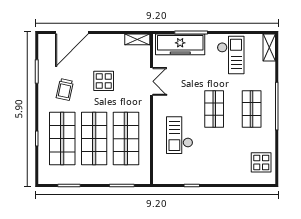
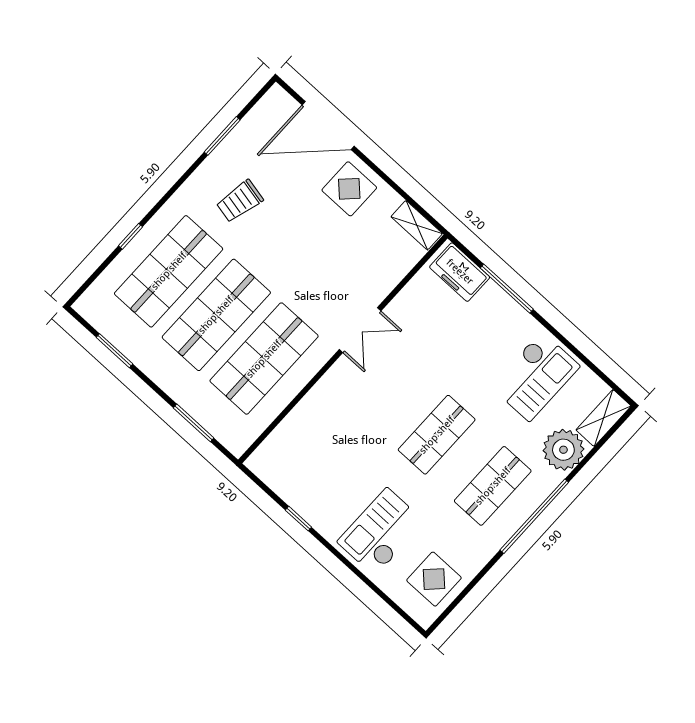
freezer: (180, 44) -> (460, 272), width x0.52, depth x0.79
plant: (265, 72) -> (563, 450), added
display table: (104, 81) -> (349, 189), moved
double door: (151, 81) -> (360, 330), moved
checkout: (180, 135) -> (381, 532), moved

